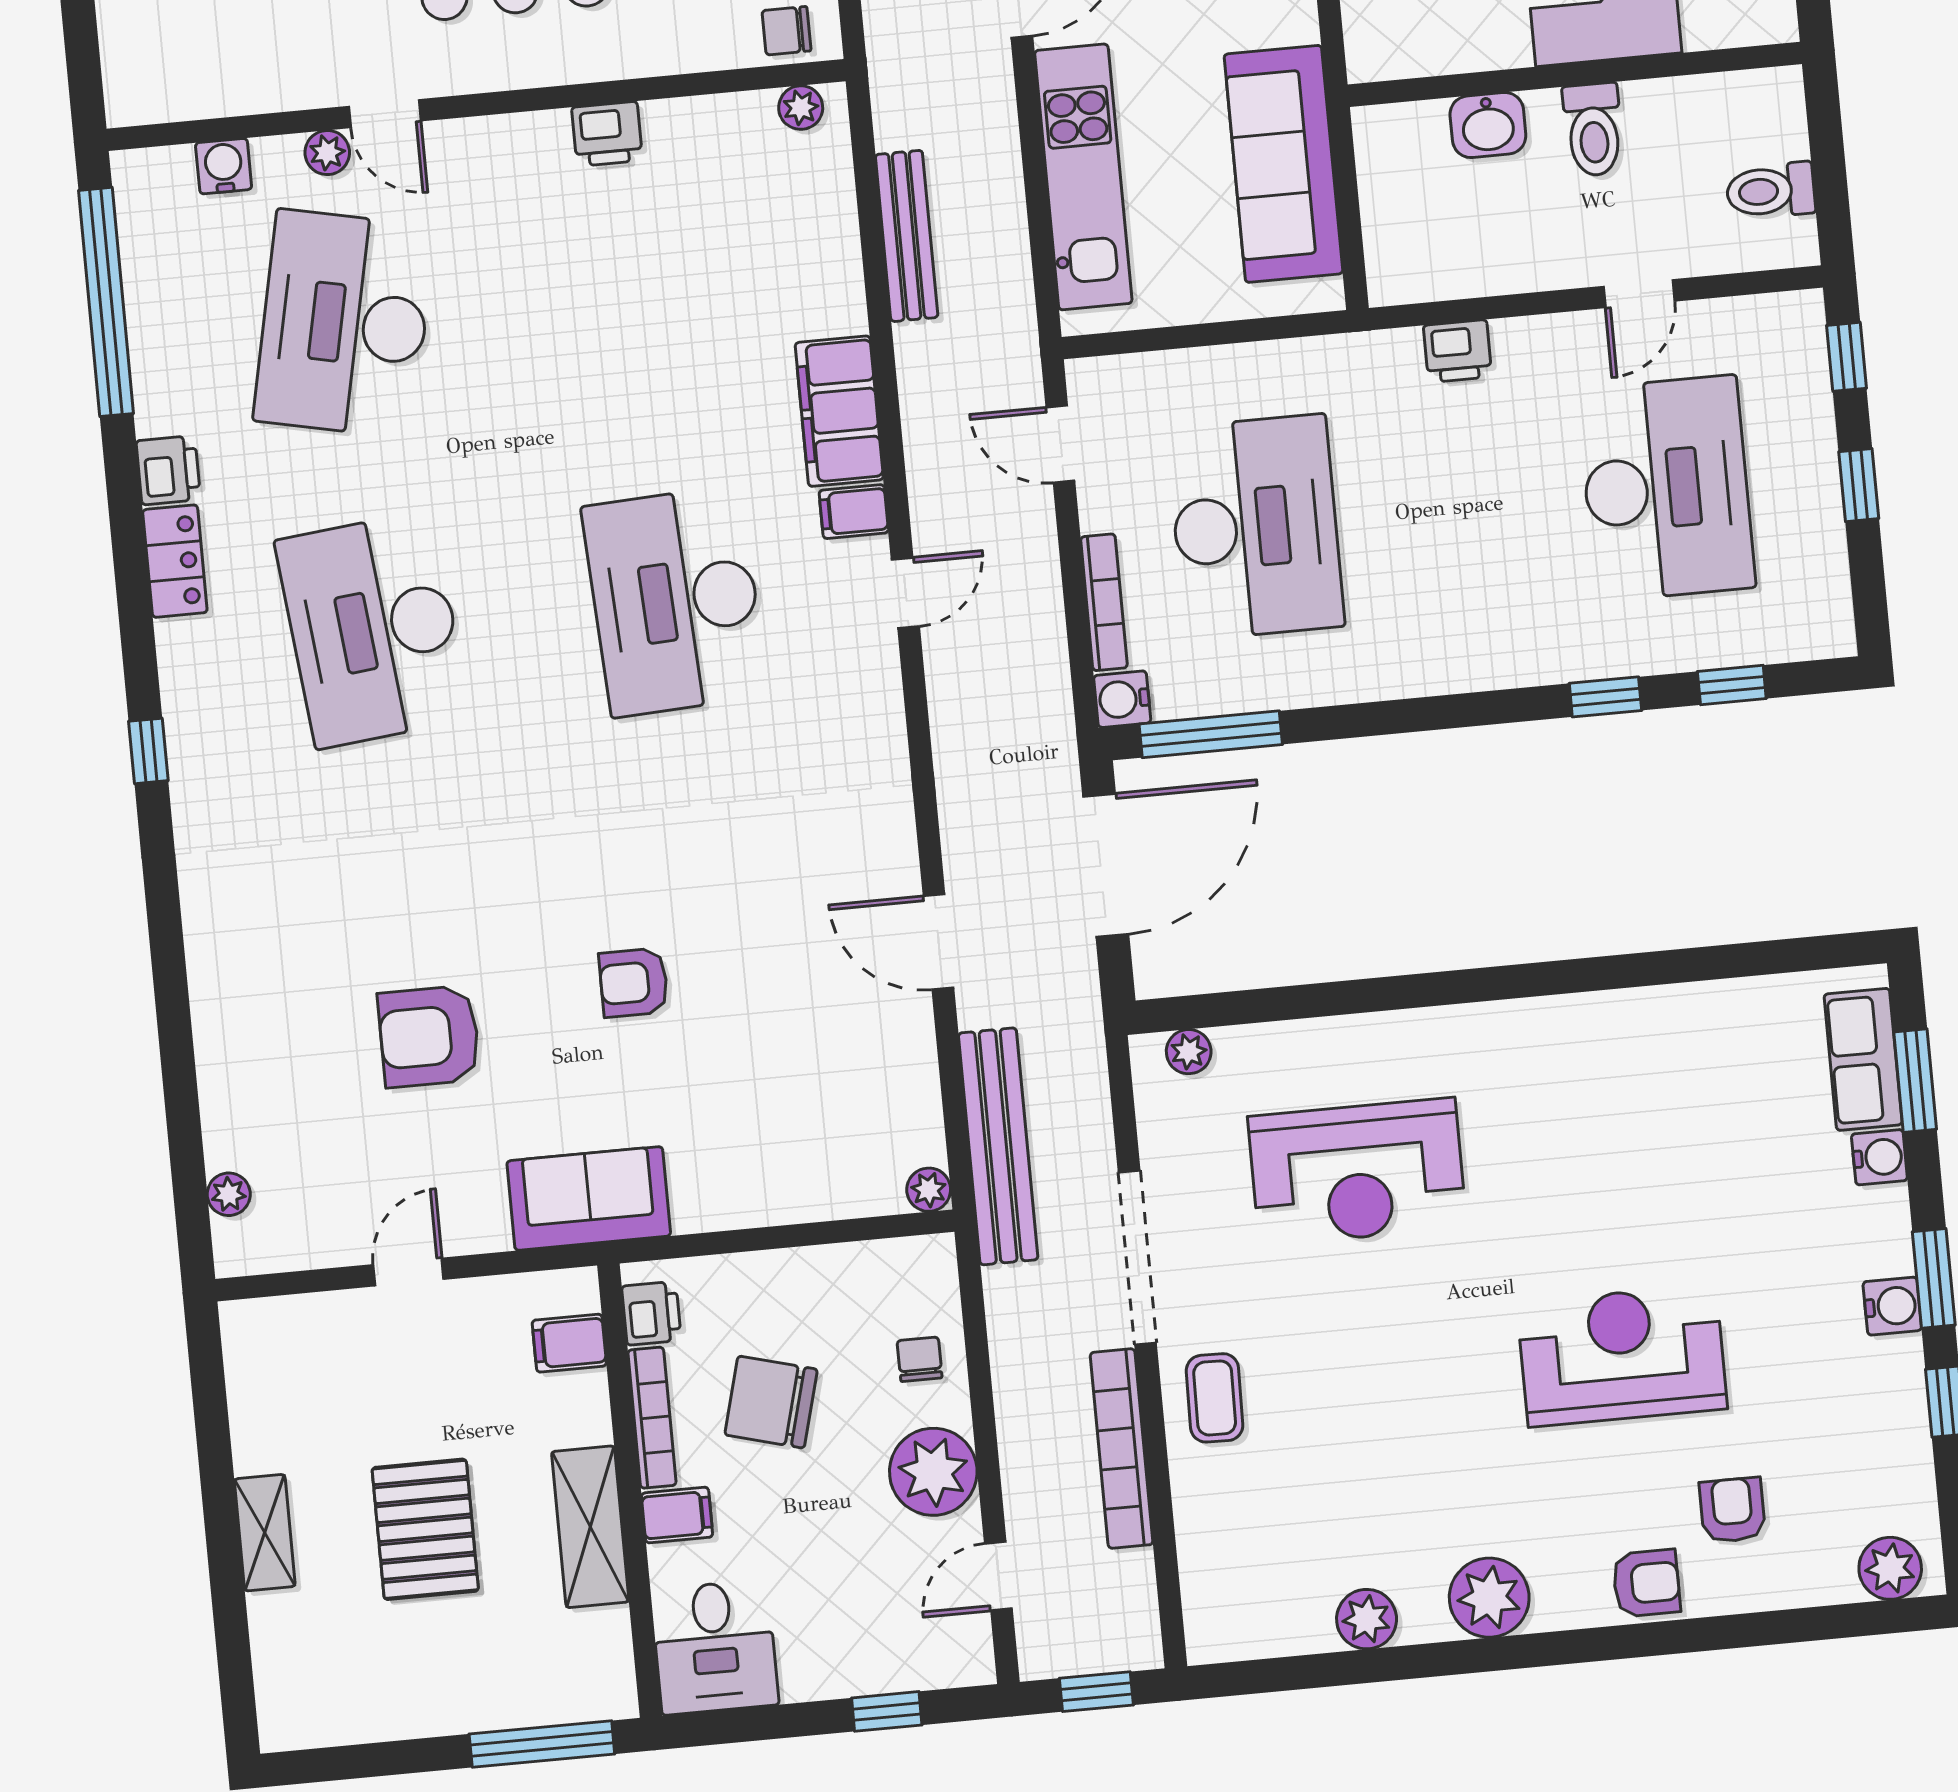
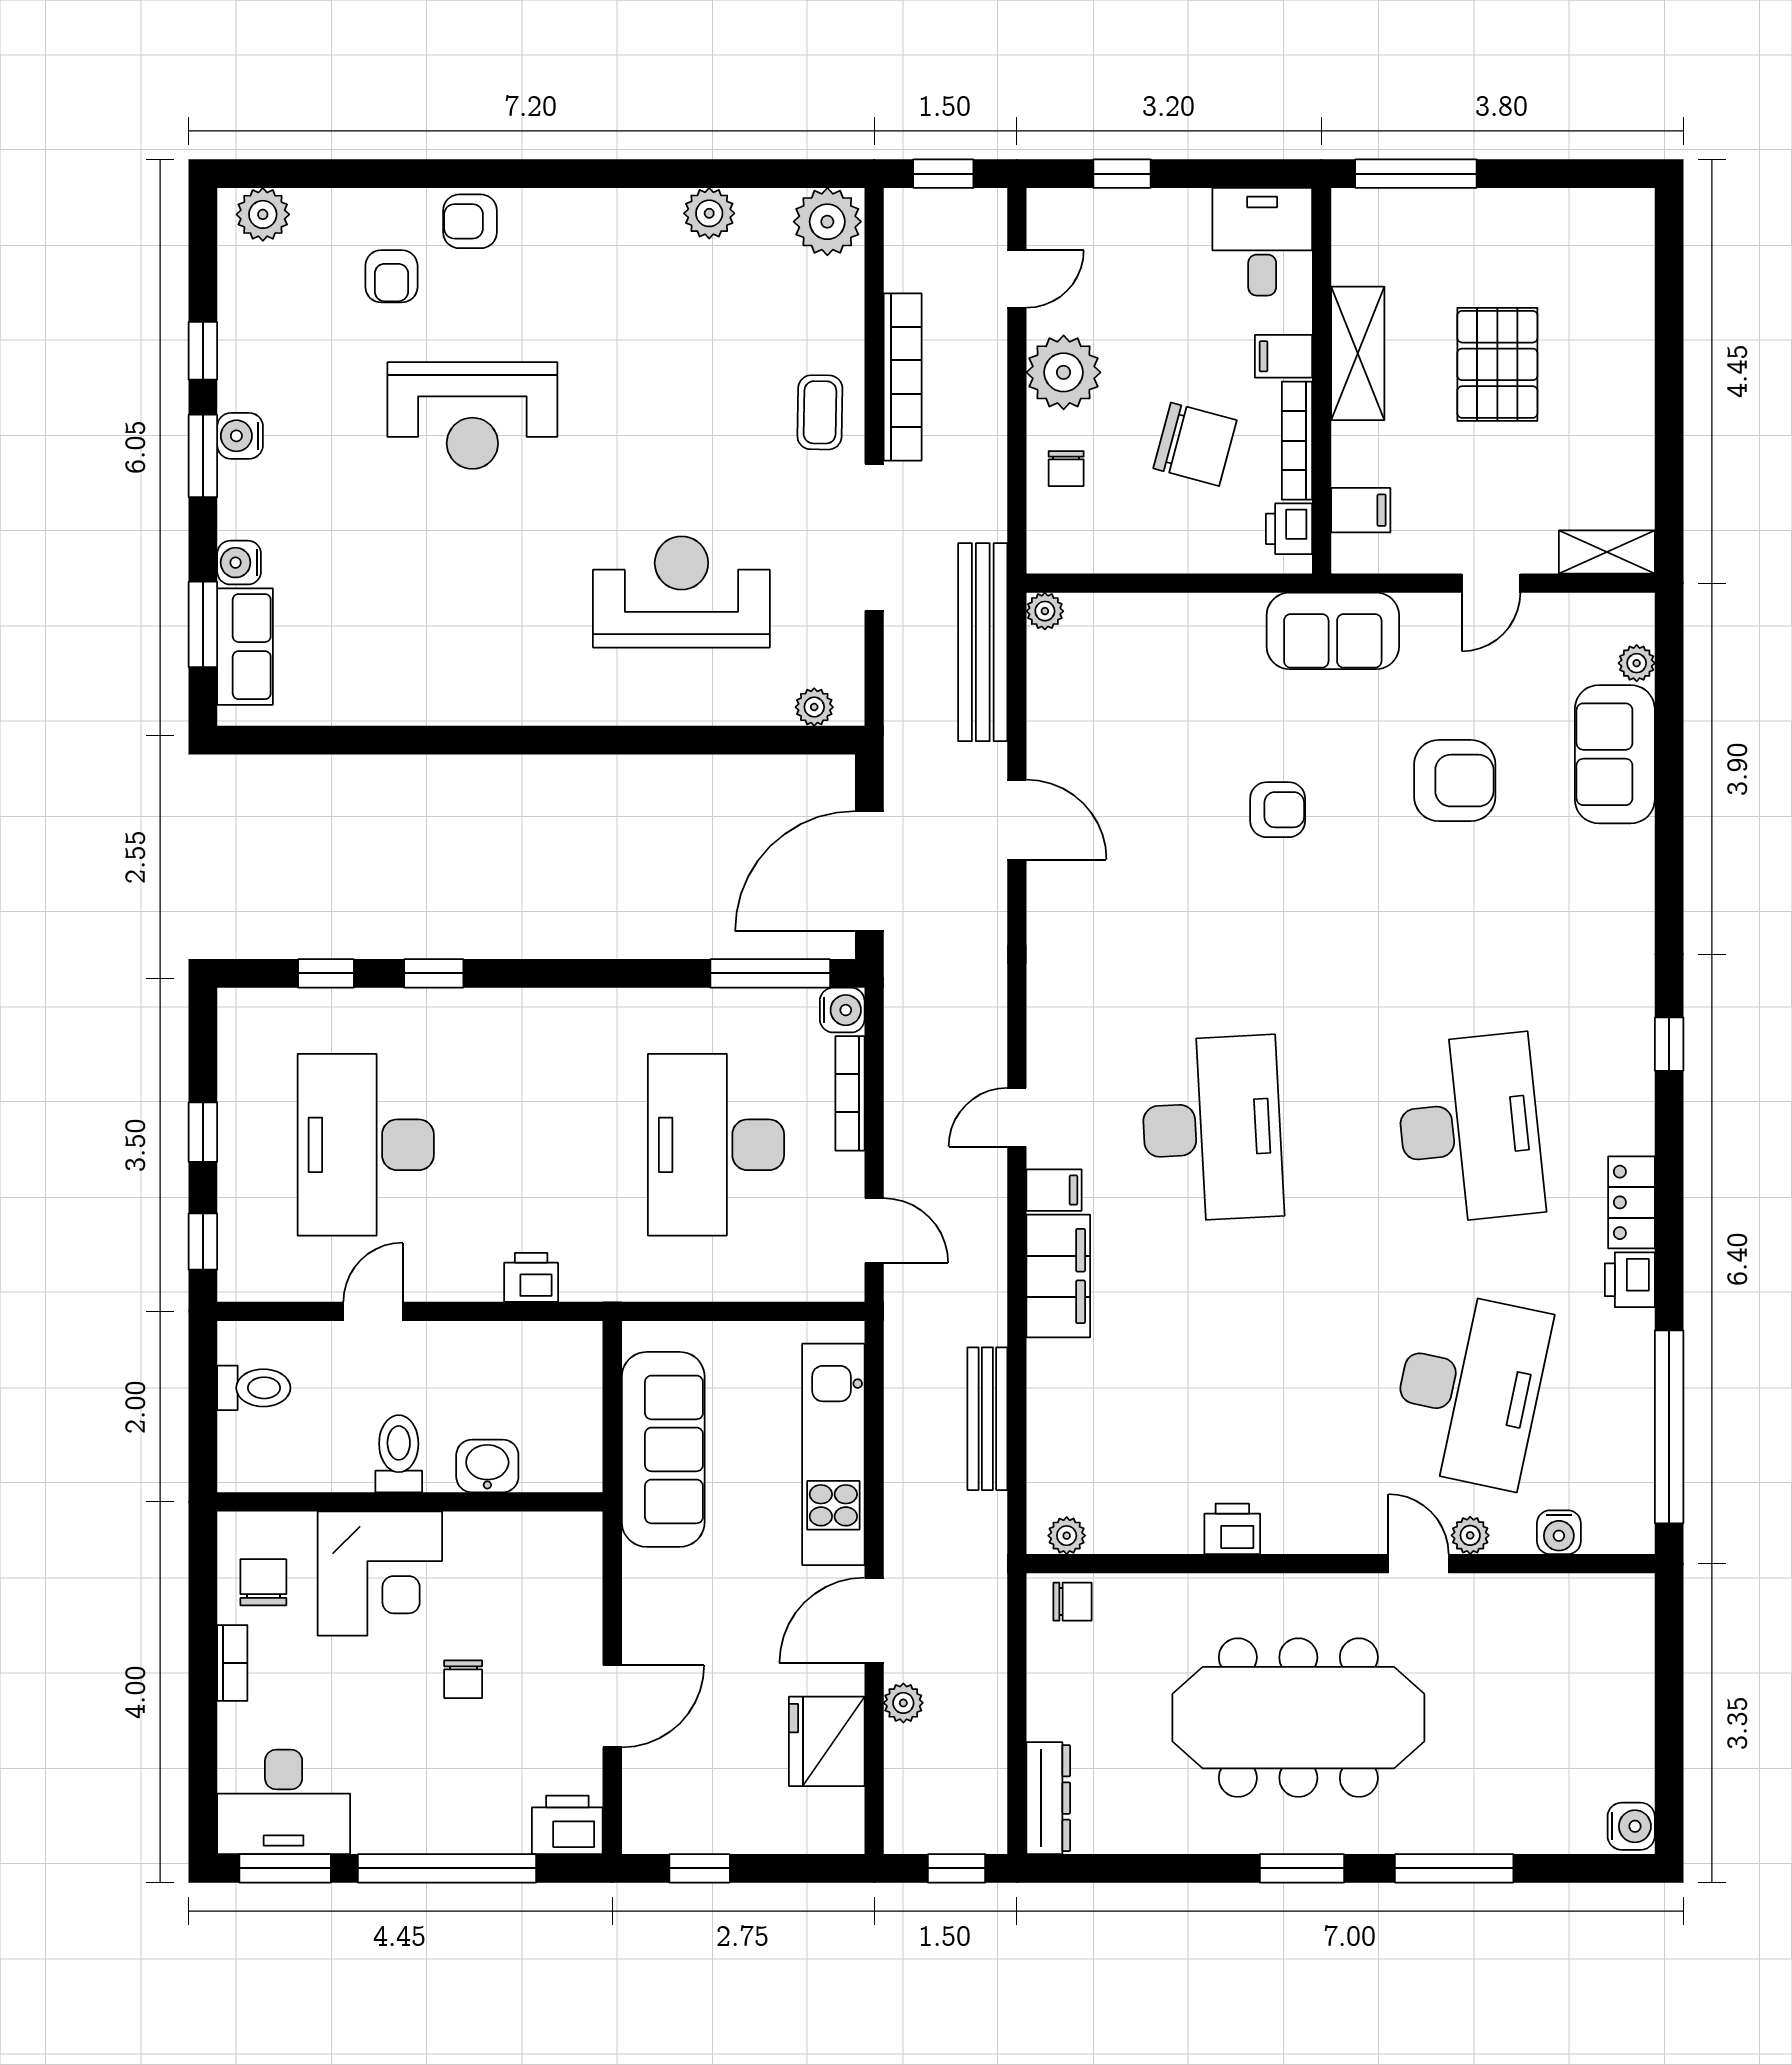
sofa: (244, 1085) -> (1615, 754), added
shelving: (265, 1533) -> (1607, 552), moved, turned 90
plant: (1489, 1598) -> (827, 222), moved

